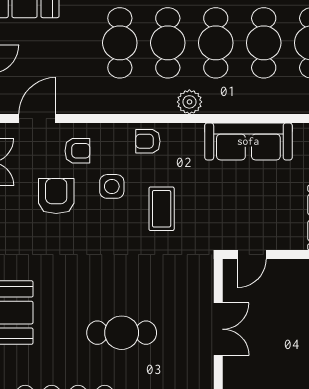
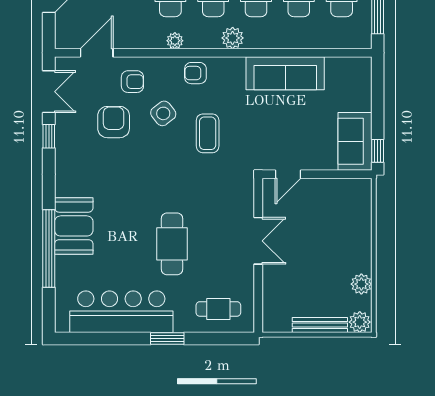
plant: (125, 105) -> (175, 41), added
side table: (112, 186) -> (163, 113), turned -38
cafe table: (122, 333) -> (172, 244), turned 90

